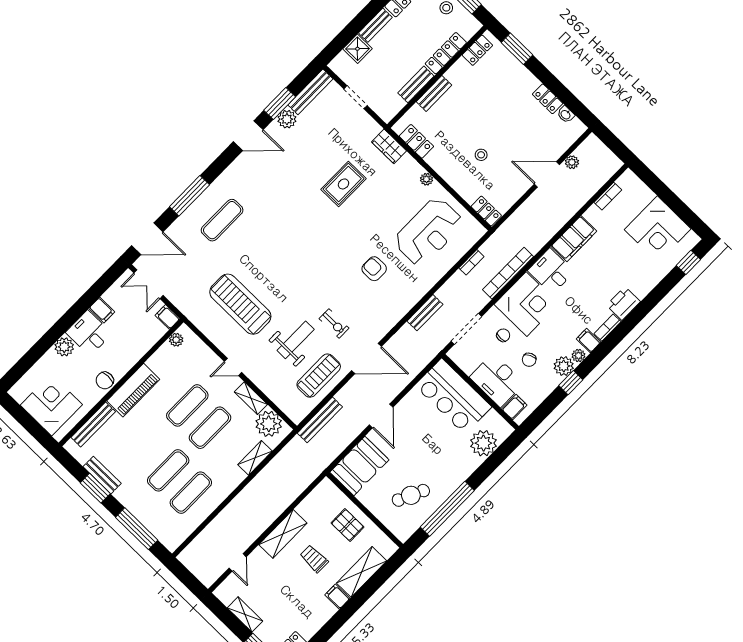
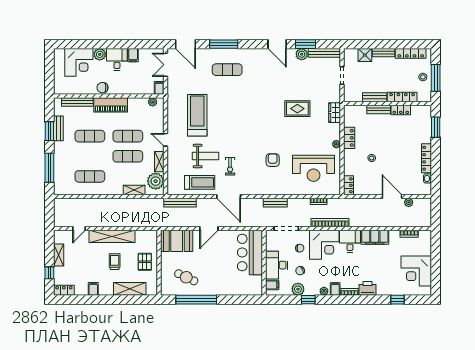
locker: (477, 50) -> (401, 110), moved
locker: (548, 99) -> (427, 158), width x1.53
locker: (416, 141) -> (349, 138), moved
window: (688, 262) -> (398, 300), moved
plant: (564, 366) -> (298, 289), moved
corner desk: (51, 405) -> (79, 62), moved, turned 90
plant: (483, 443) -> (242, 287), removed
exercise mat: (168, 470) -> (90, 136), moved
shelving: (283, 534) -> (112, 236), width x1.47
filing cabinet: (337, 597) -> (93, 289), moved

